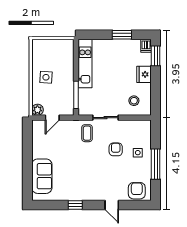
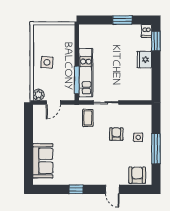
kitchen unit: (85, 64) -> (86, 73), moved
stool: (134, 101) -> (134, 86), removed

